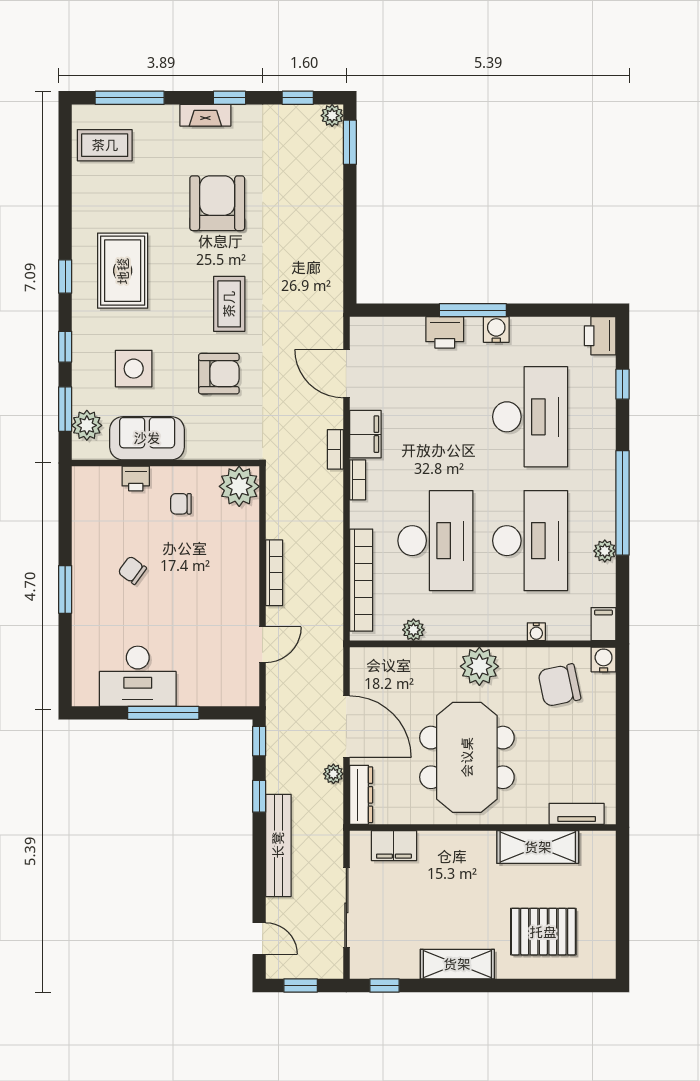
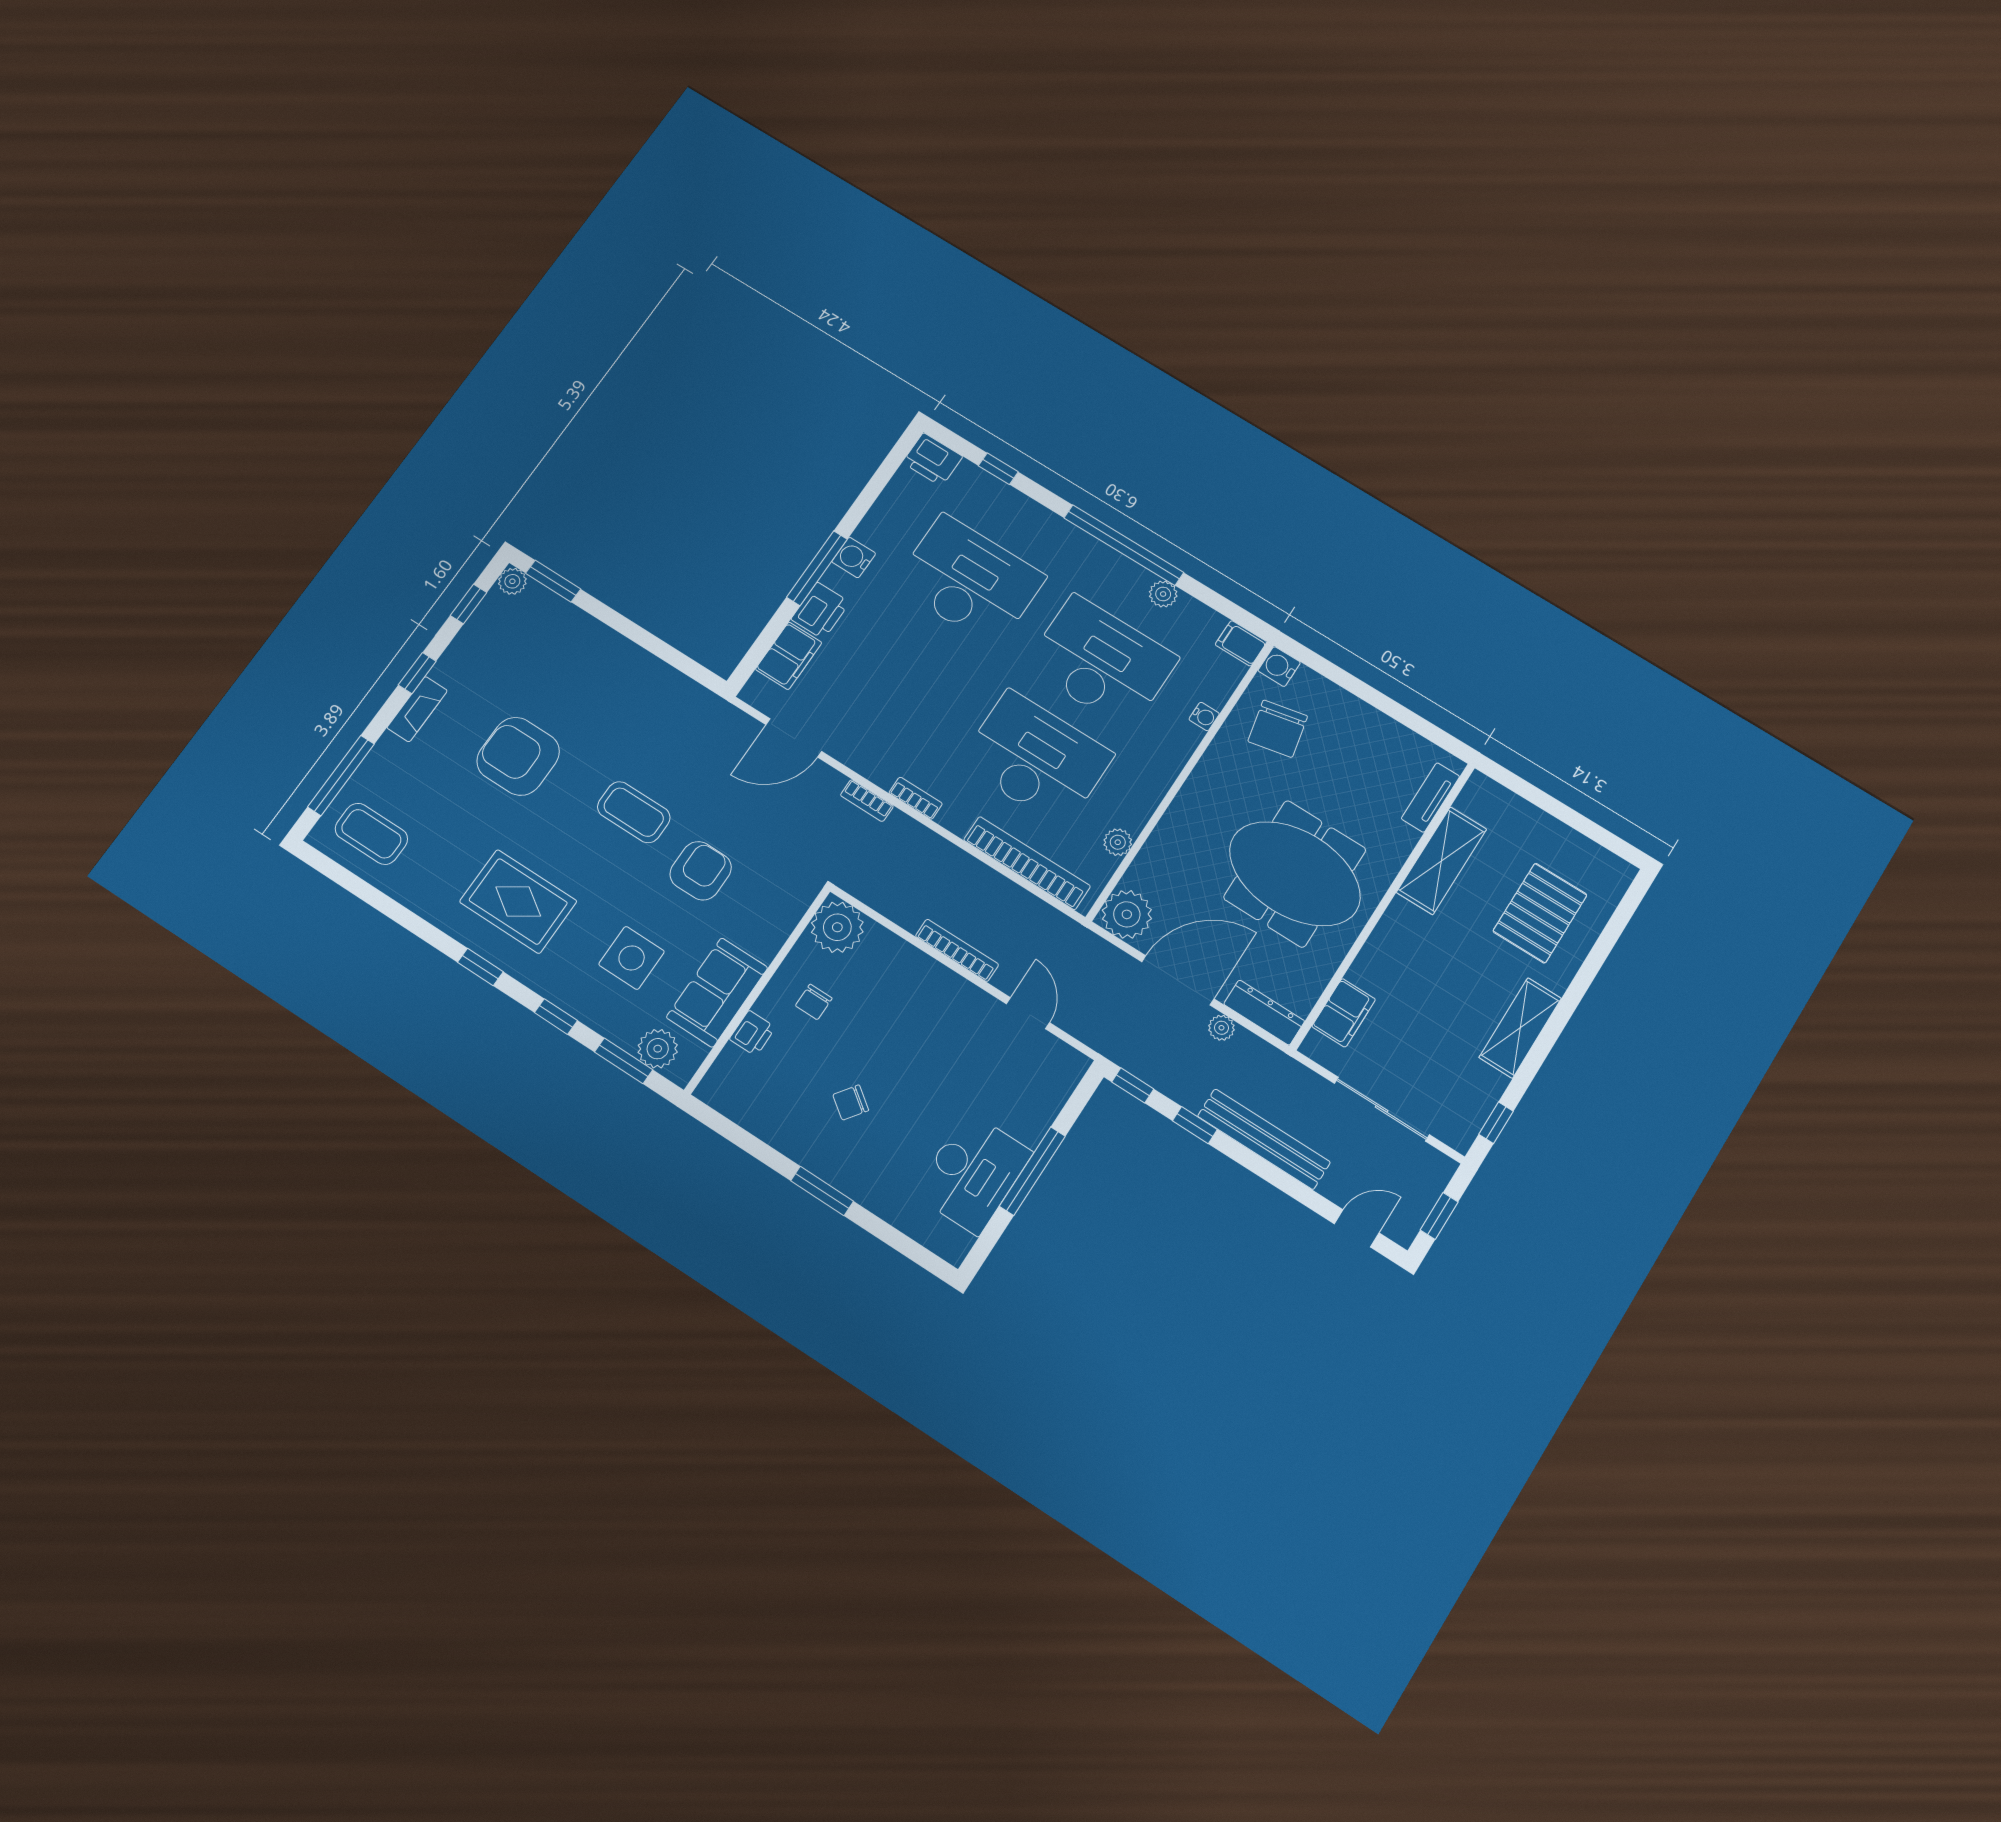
coffee table: (105, 145) -> (371, 834), turned 90
filing cabinet: (365, 434) -> (789, 656), moved, turned 90
plant: (479, 666) -> (1127, 914), moved

